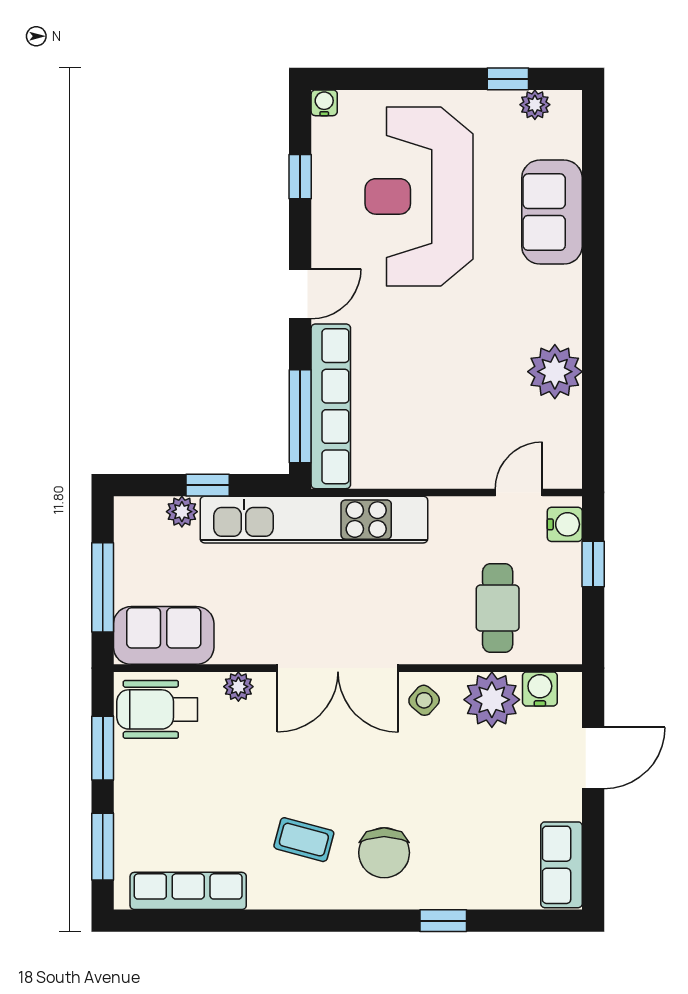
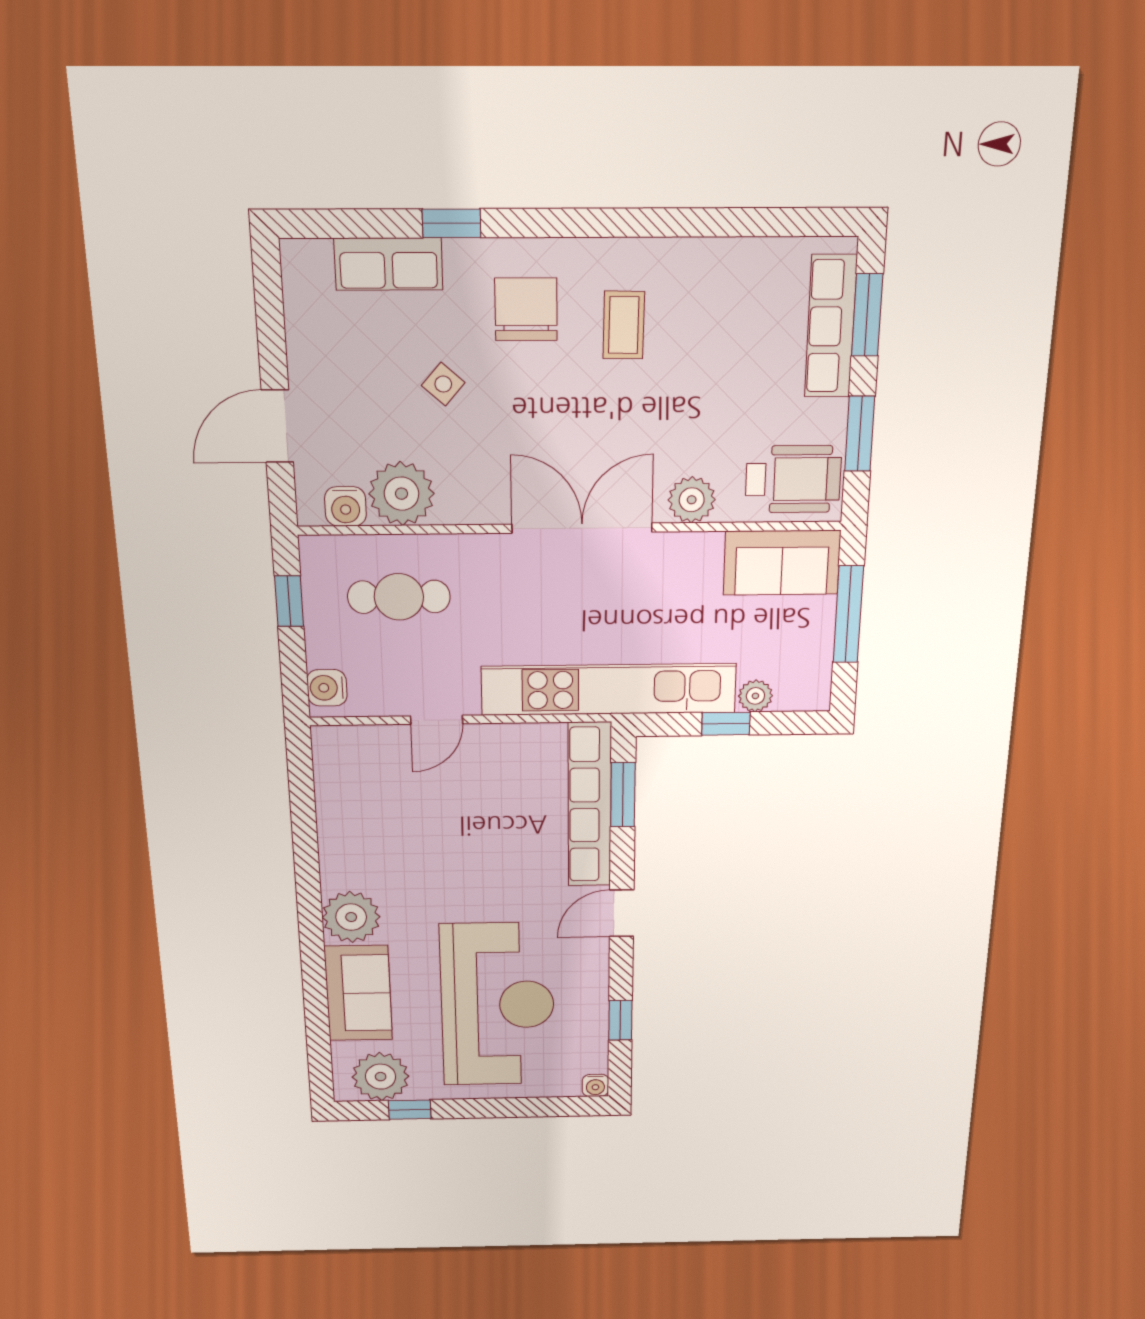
plant: (535, 105) -> (381, 1077), width x1.87, depth x1.87
plant: (555, 372) -> (351, 917), moved
window: (300, 416) -> (623, 795), width x0.69
door: (519, 492) -> (437, 720), moved
window: (593, 564) -> (289, 601), moved
cafe table: (498, 608) -> (399, 597), turned 90
plant: (238, 687) -> (692, 500), width x1.38, depth x1.38
side table: (424, 700) -> (443, 384), moved
coffee table: (304, 840) -> (624, 325), turned 76
row of seats: (561, 865) -> (388, 264), moved, turned 90
row of seats: (188, 891) -> (831, 326), moved, turned 90

